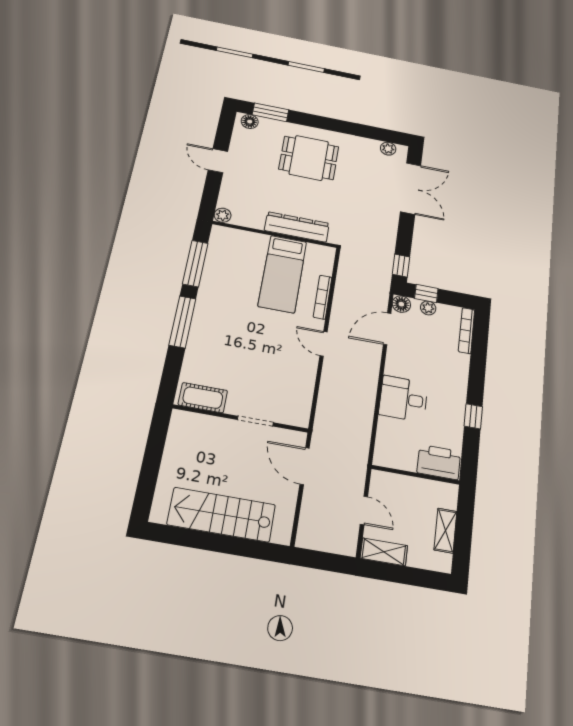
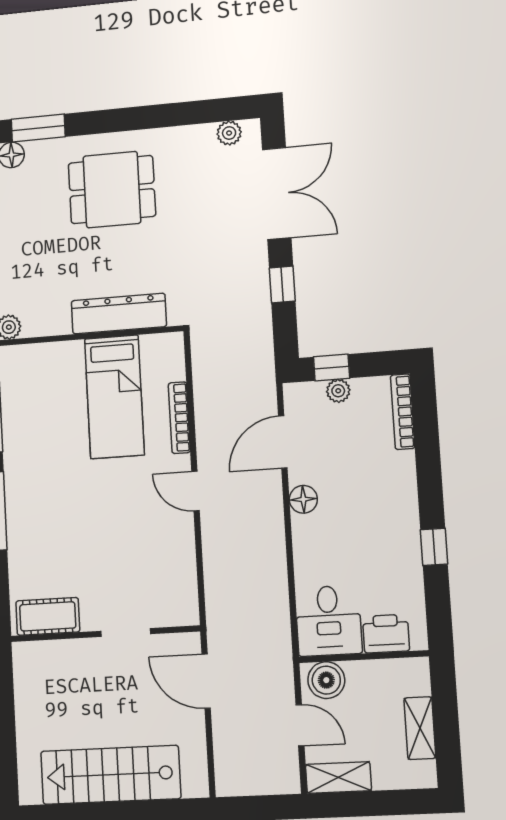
window: (401, 266) -> (282, 284), moved
floor lamp: (401, 304) -> (303, 499), moved
desk: (403, 399) -> (328, 621), moved, turned -90
printer: (439, 462) -> (386, 634), width x0.73, depth x0.84
boiler: (388, 484) -> (326, 680), added

